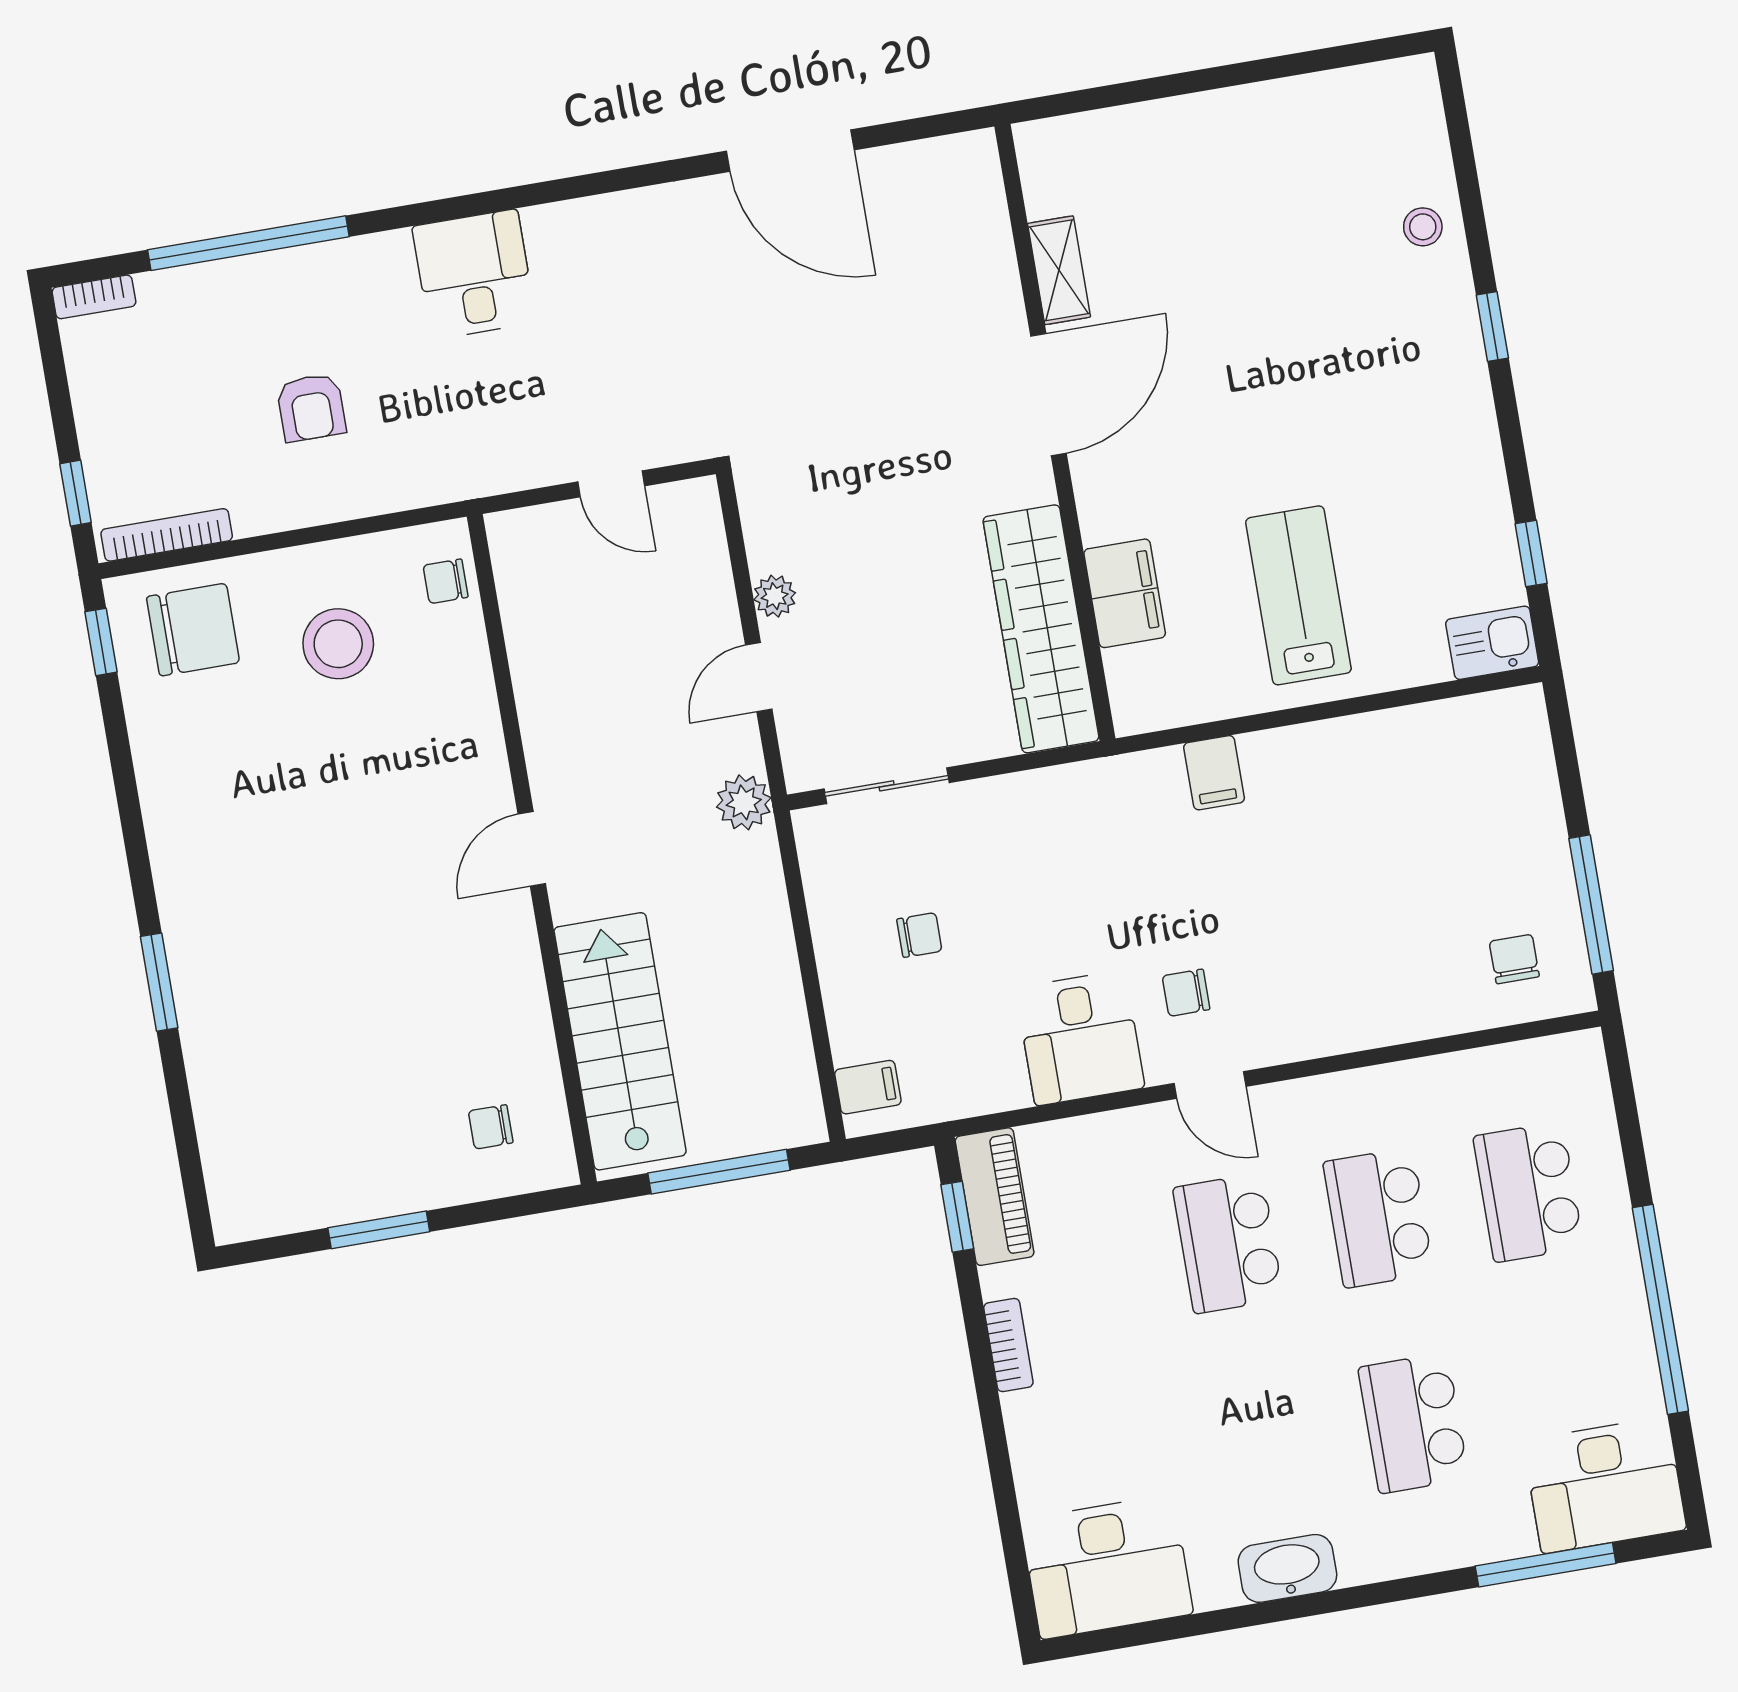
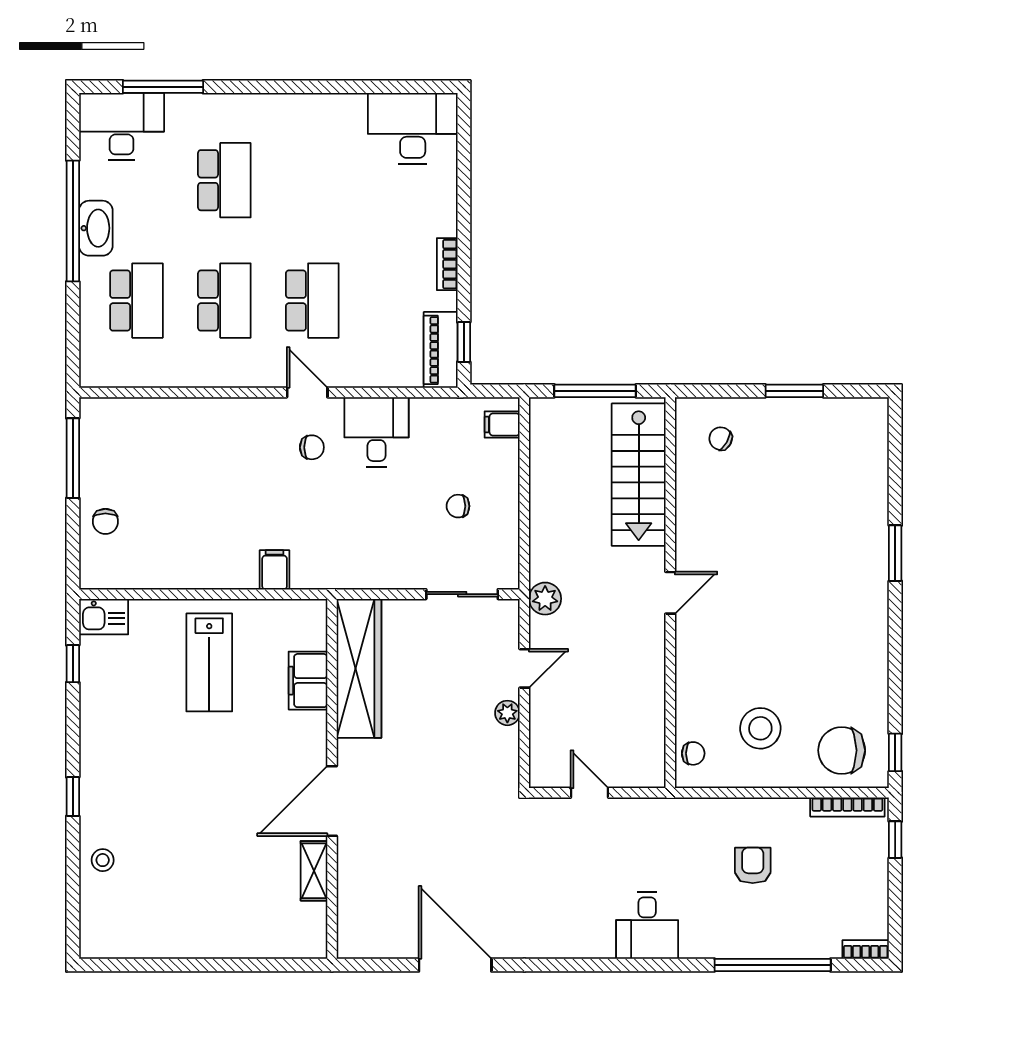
chair: (1514, 959) -> (105, 521), moved
chair: (491, 1127) -> (721, 439), turned -151
washbasin: (1287, 1568) -> (96, 228), moved, turned -90

